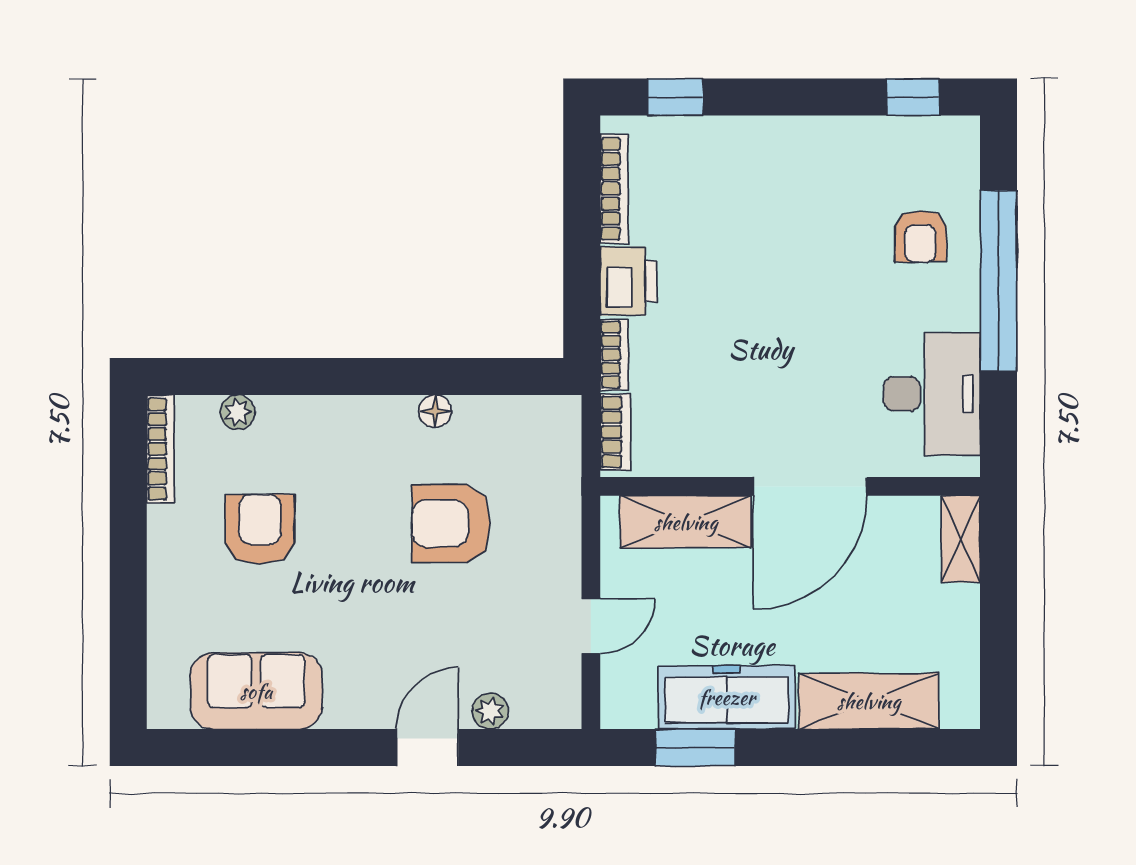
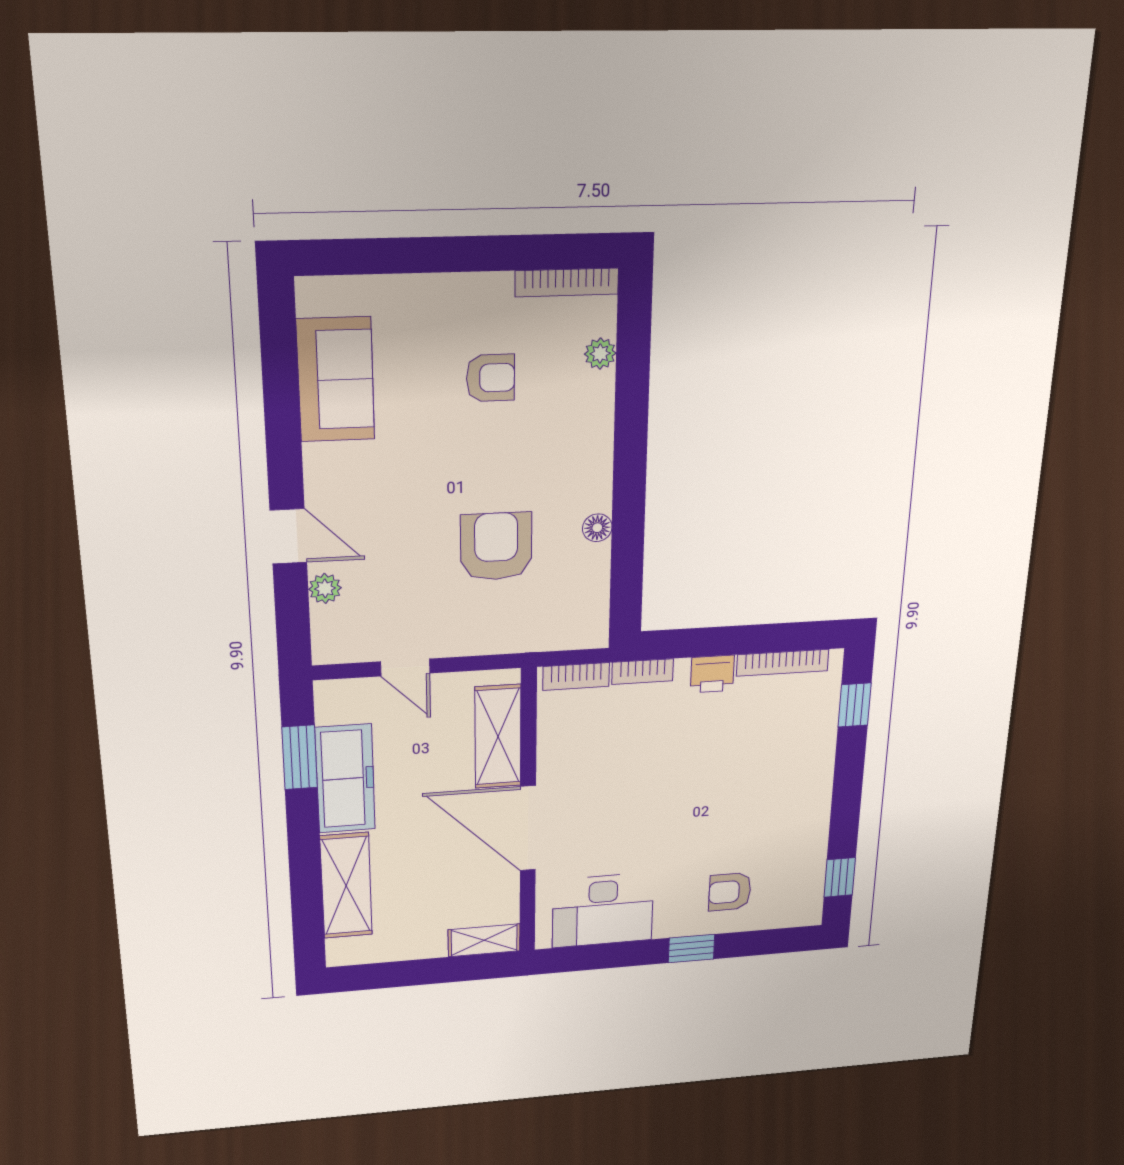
printer: (628, 281) -> (712, 674), width x0.73, depth x0.81
window: (999, 281) -> (692, 949), width x0.32
armchair: (260, 529) -> (490, 378), width x0.72, depth x0.72

